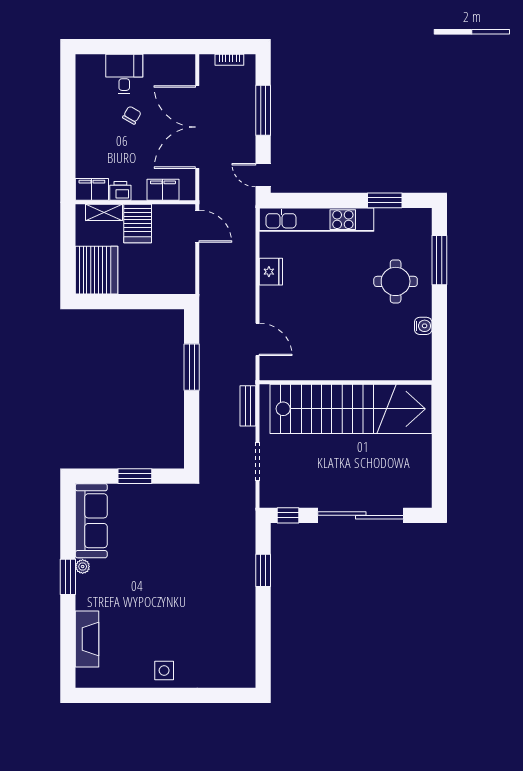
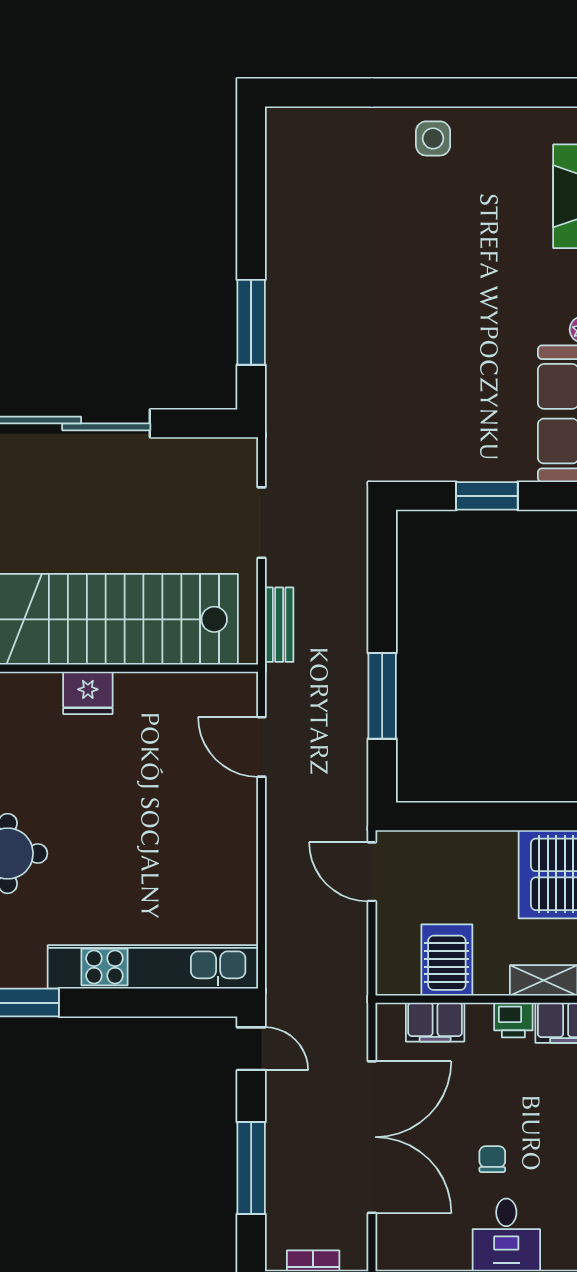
chair: (132, 115) -> (492, 1159), turned 150
server rack: (138, 223) -> (447, 960), moved
door: (197, 226) -> (372, 872), moved
fridge: (271, 272) -> (88, 693), moved, turned -90
window: (288, 515) -> (205, 423), removed
window: (263, 570) -> (251, 322), width x1.44

